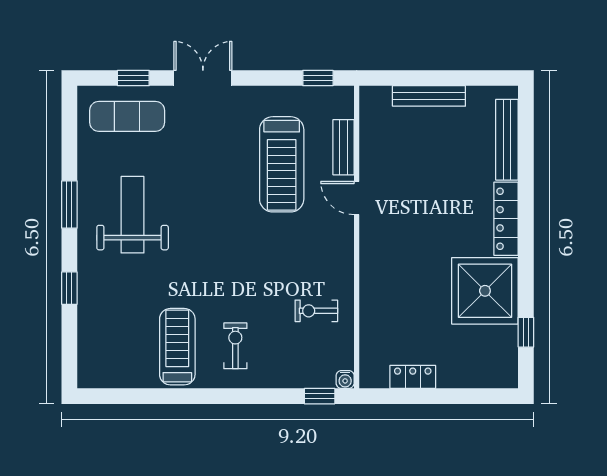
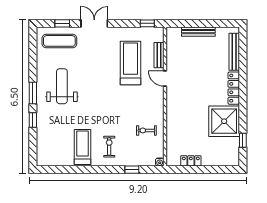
treadmill: (282, 164) -> (131, 63), turned 180
window: (69, 205) -> (33, 93), moved
window: (320, 396) -> (132, 170), moved

